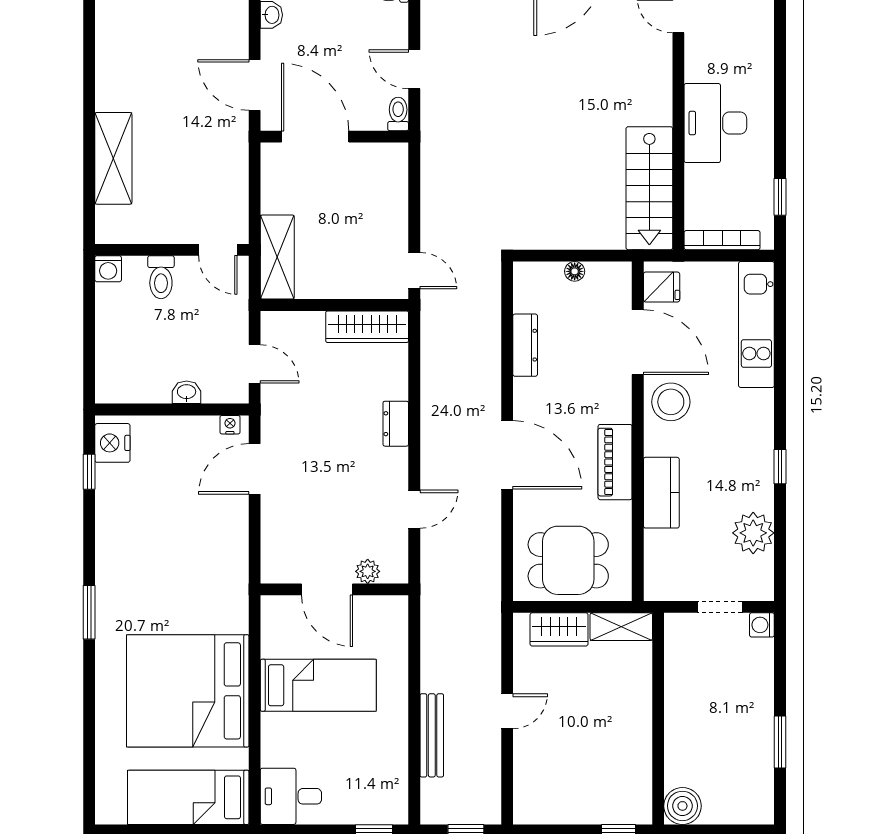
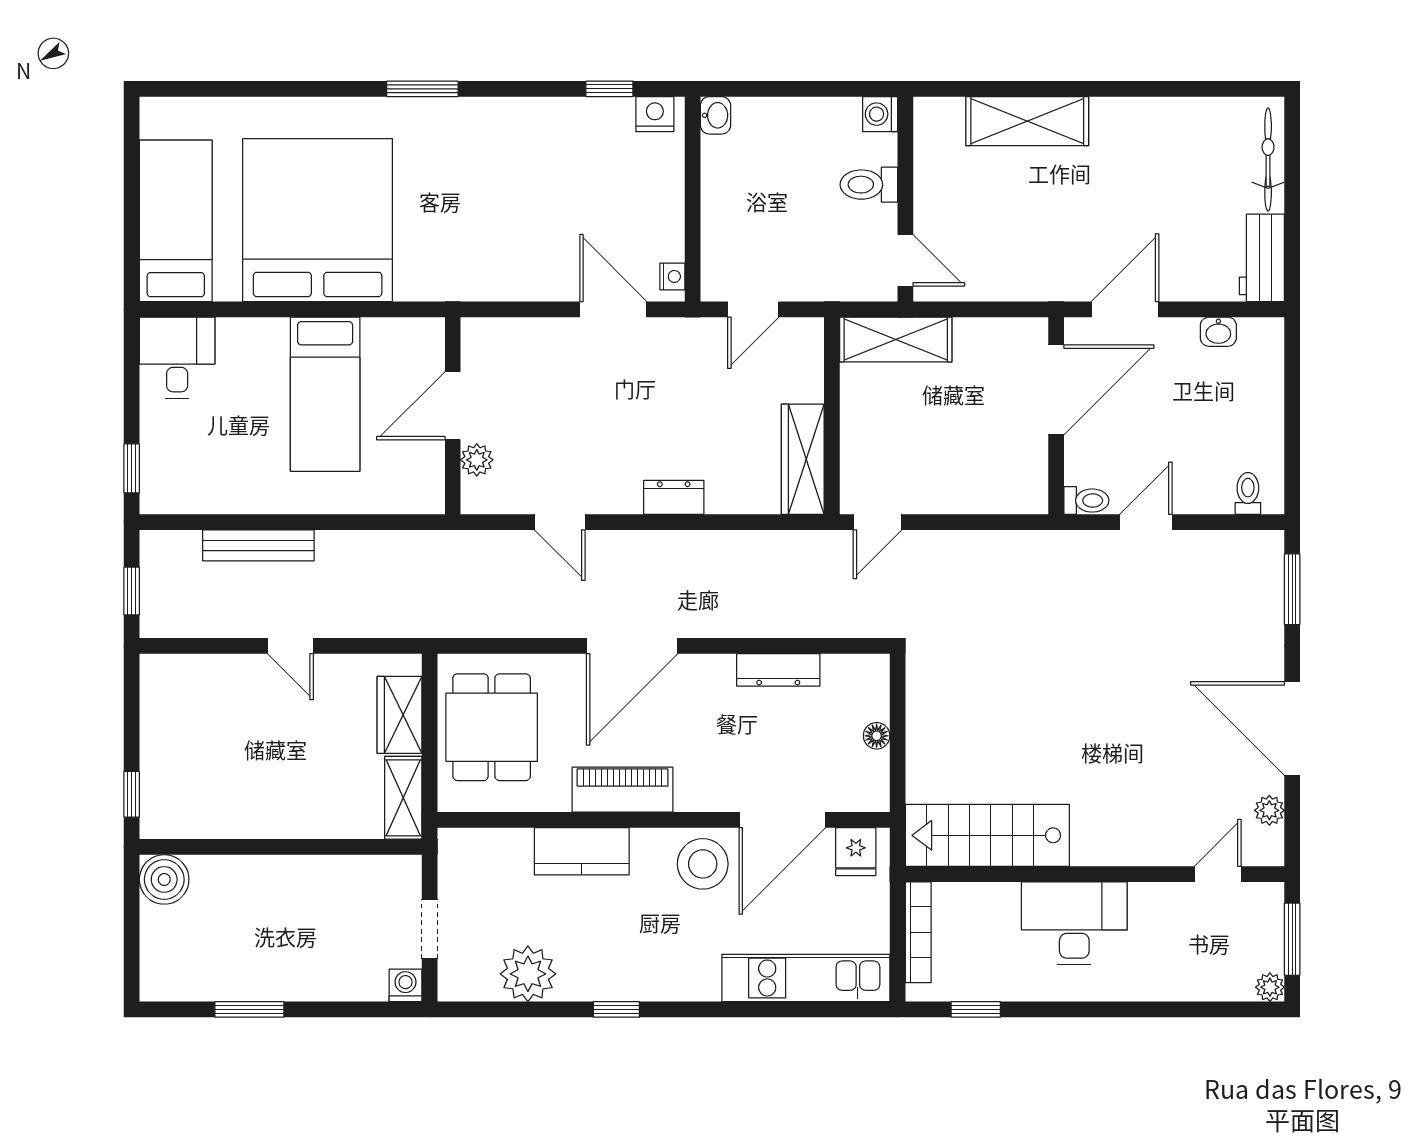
door: (218, 250) -> (905, 260), swing flipped
washbasin: (187, 392) -> (715, 115), moved
nightstand: (112, 443) -> (655, 114), width x0.74, depth x0.75

